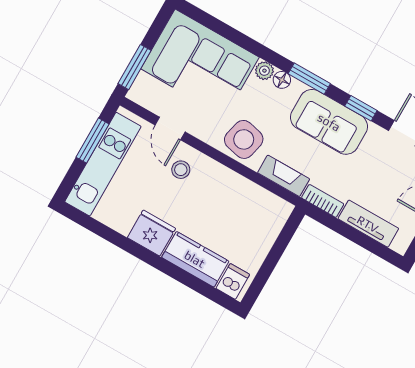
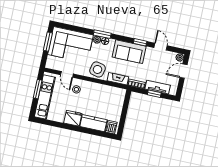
window: (135, 67) -> (48, 42), moved
window: (309, 79) -> (102, 34), moved
window: (356, 236) -> (154, 94), added

